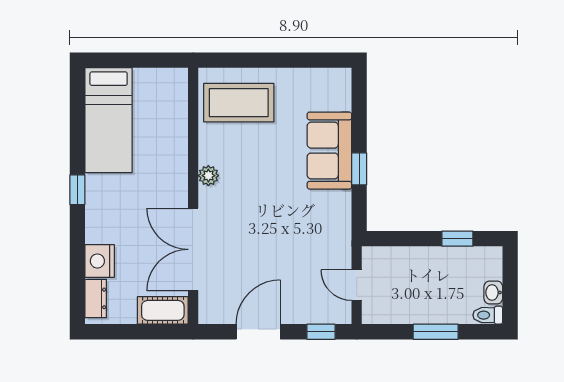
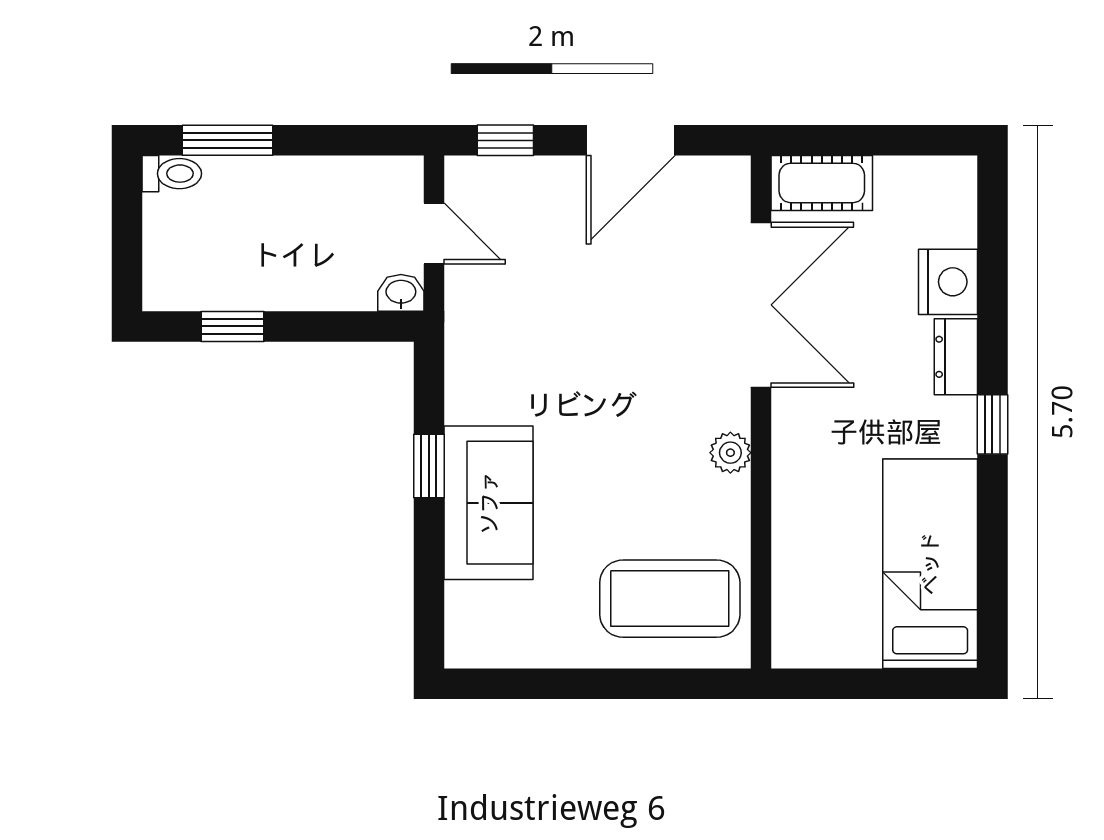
washbasin: (493, 293) -> (401, 293), moved, turned -90
dresser: (96, 298) -> (956, 357), moved
window: (436, 332) -> (228, 140), moved

